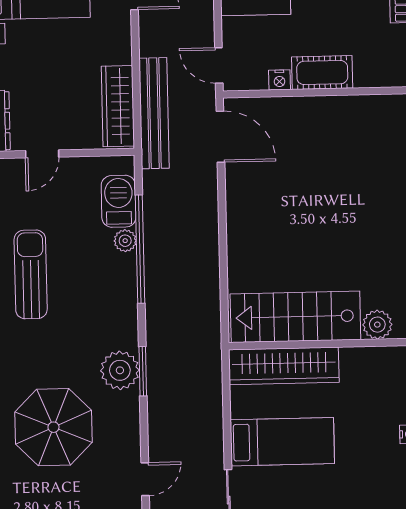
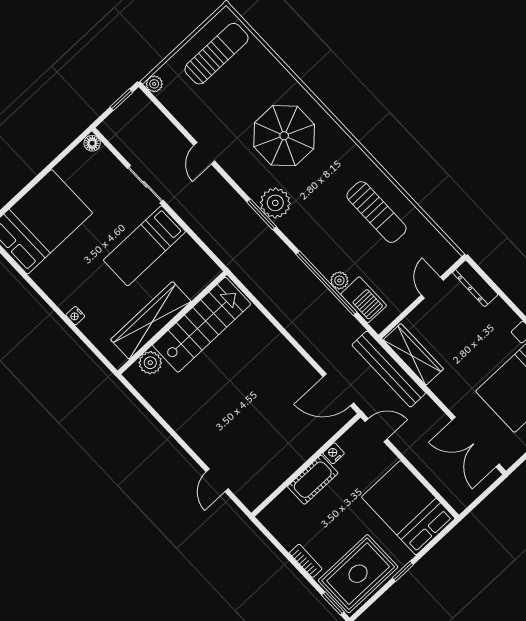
wardrobe: (284, 366) -> (151, 320), moved

